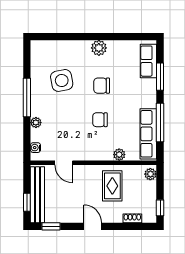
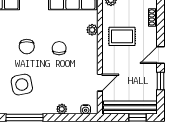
window: (27, 98) -> (25, 118), moved
chair: (100, 120) -> (59, 48), turned 180
window: (51, 226) -> (160, 81), moved

